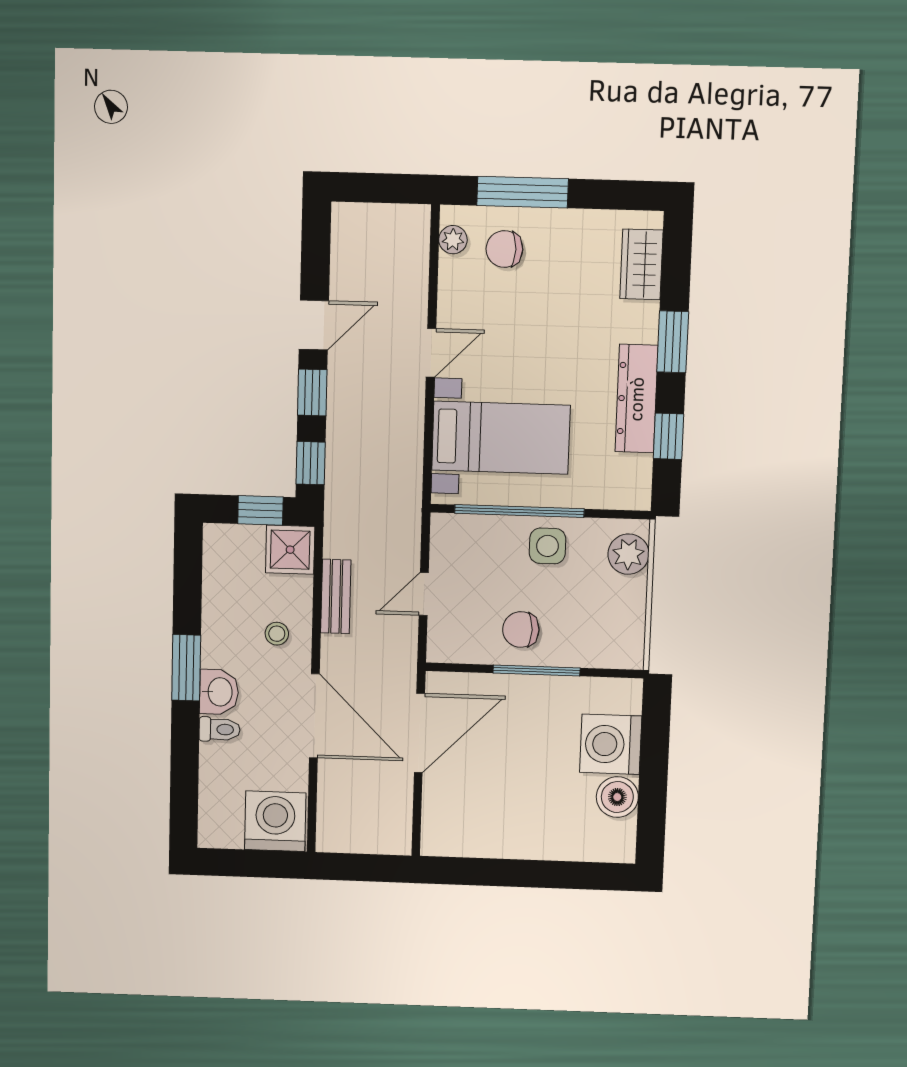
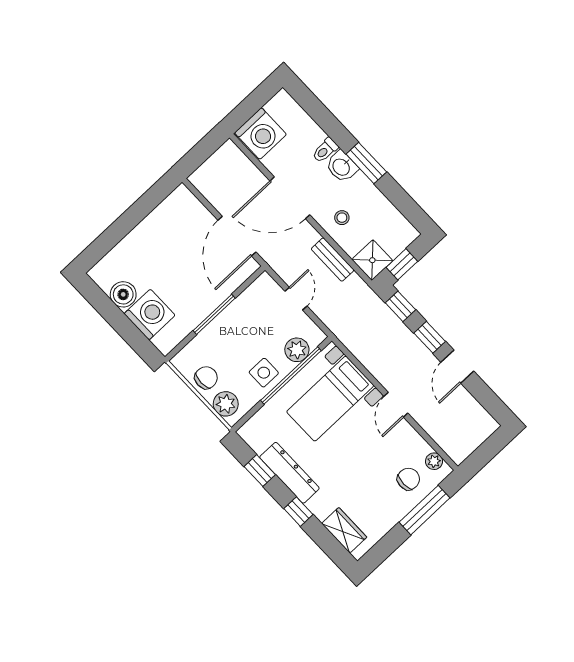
window: (673, 342) -> (298, 512), width x0.67
plant: (482, 534) -> (297, 350), added
chair: (521, 629) -> (206, 378), moved

